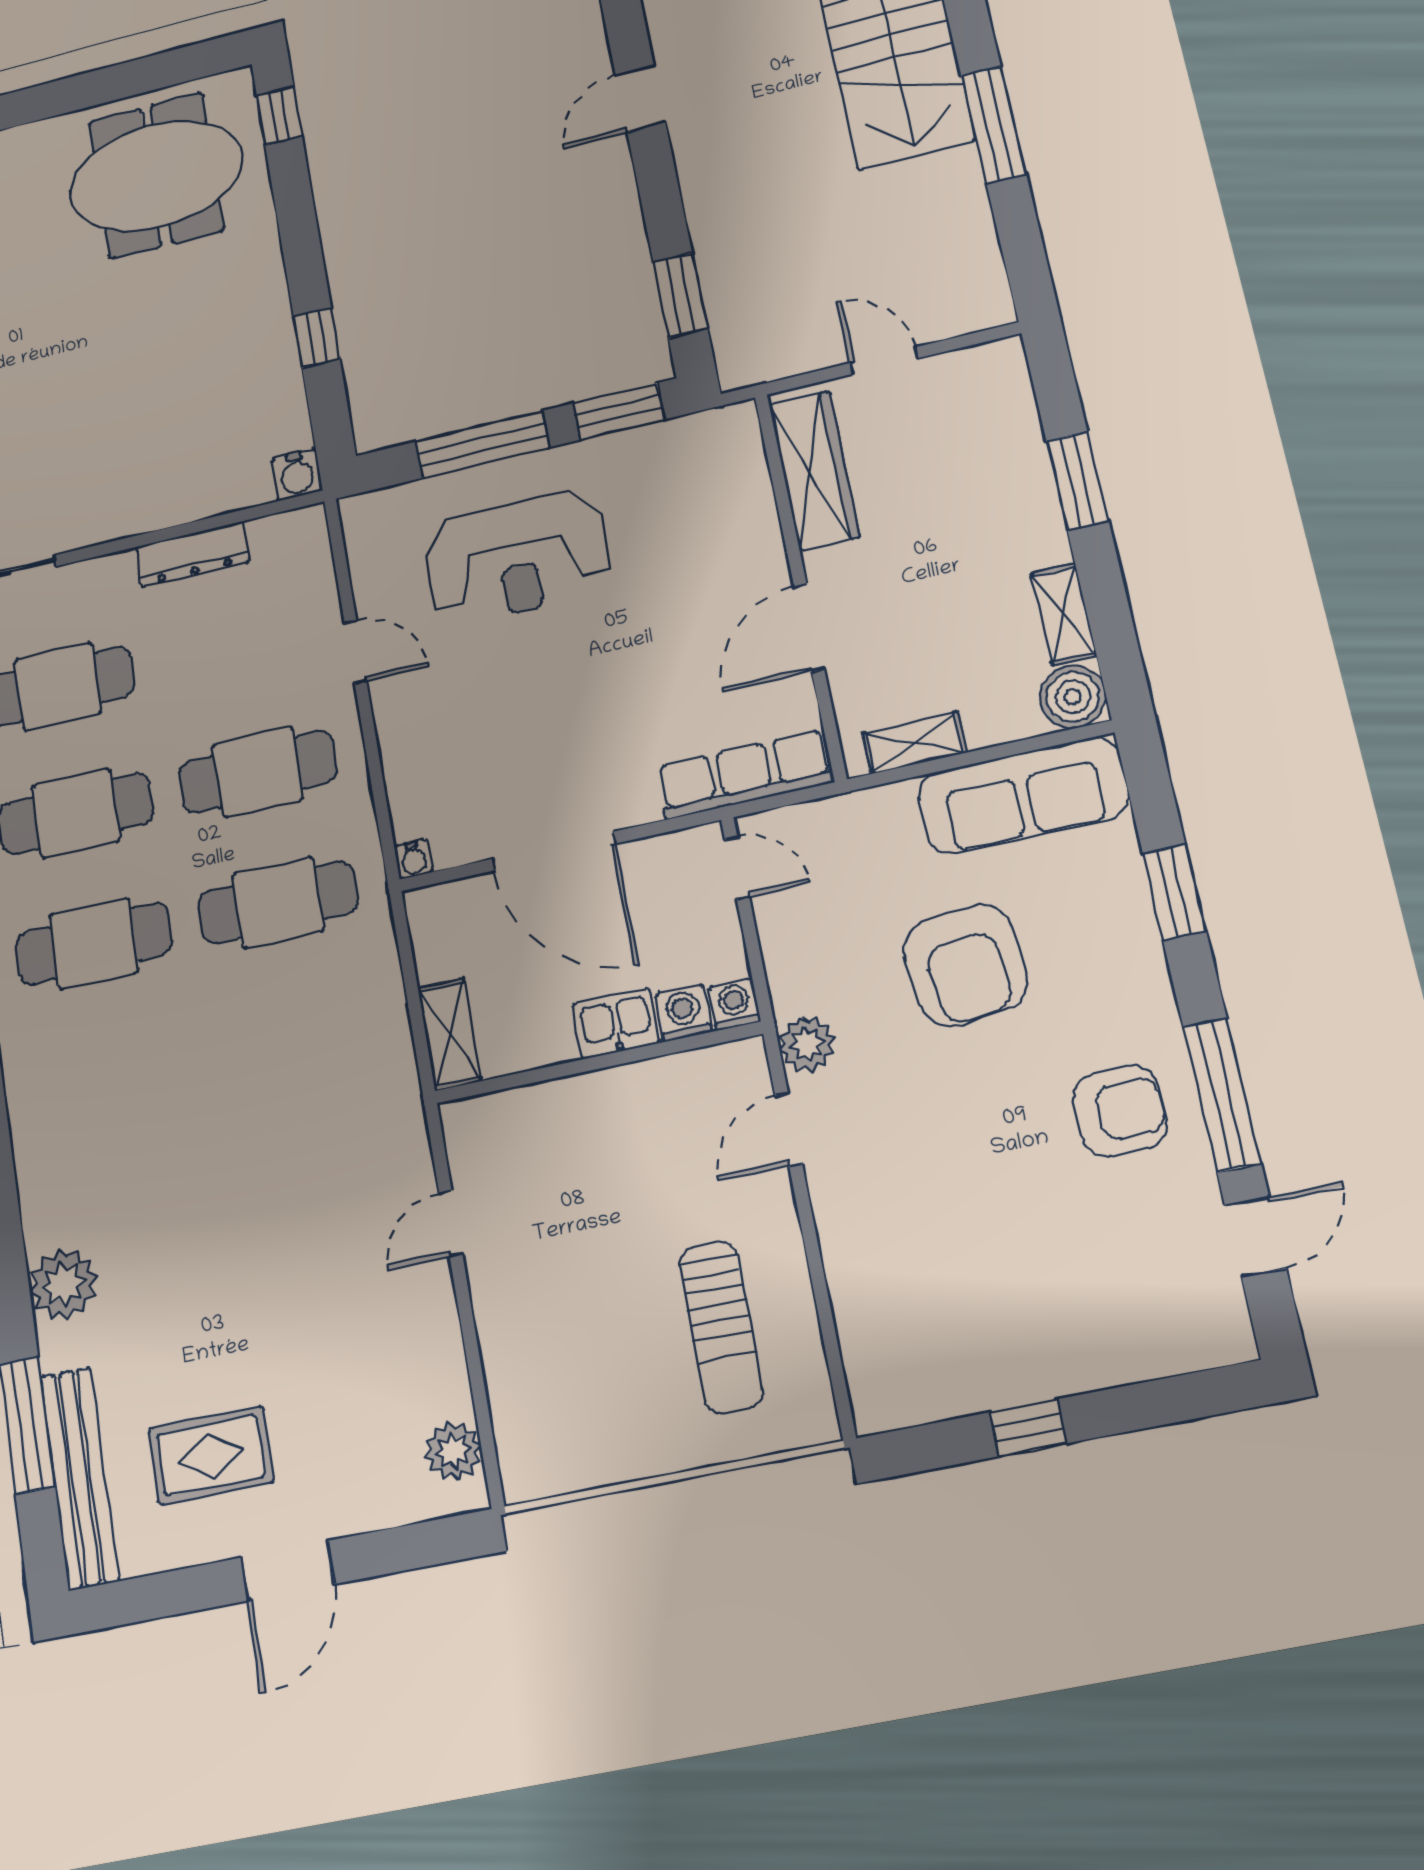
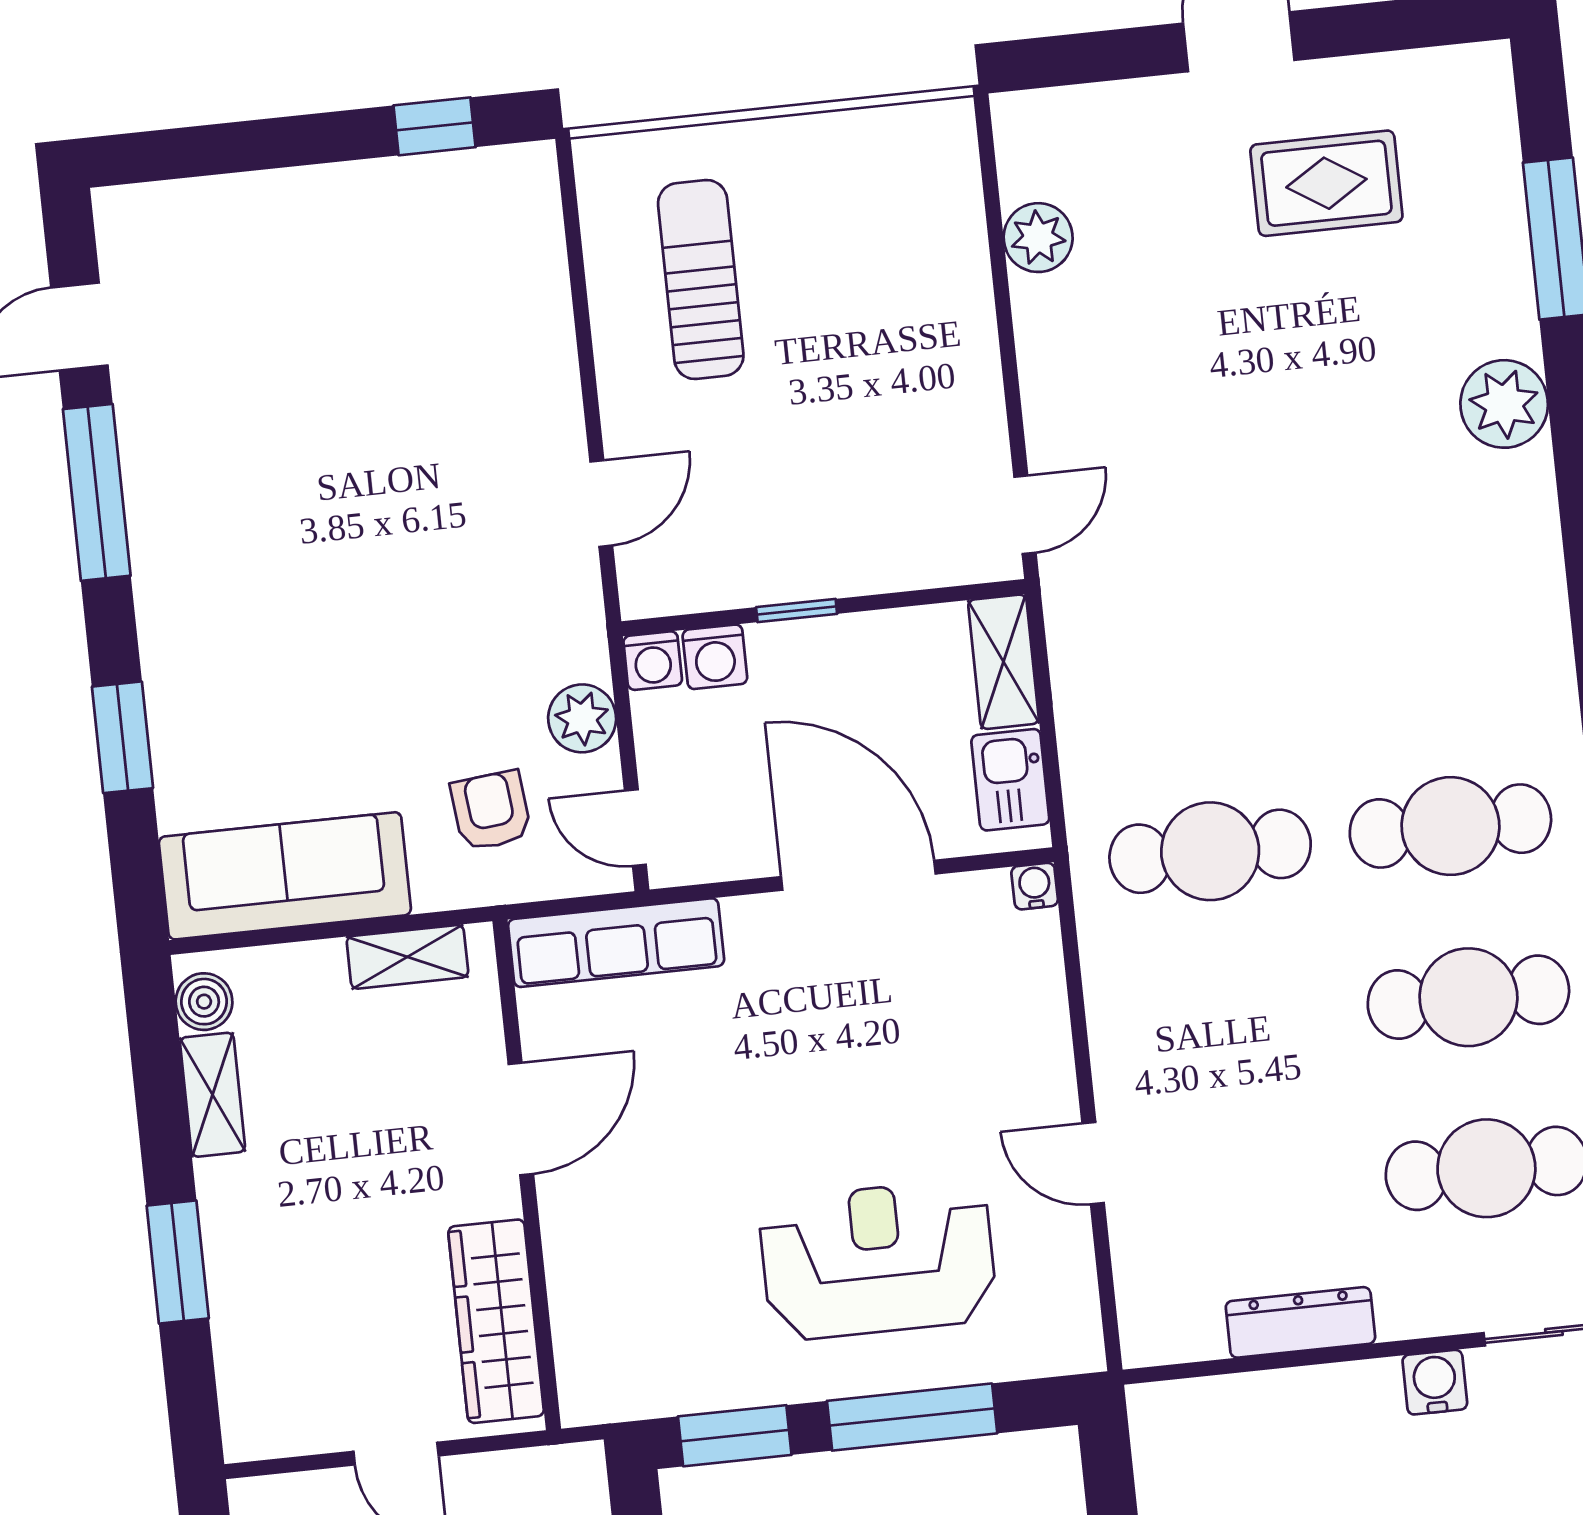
water cooler: (297, 474) -> (1435, 1382), moved
boiler: (1073, 697) -> (204, 1002), width x0.73, depth x0.73
cafe table: (258, 772) -> (1228, 1022), removed
armchair: (965, 965) -> (491, 811), moved, width x0.53, depth x0.53
kitchen sink: (616, 1024) -> (1010, 780), moved, turned 90
plant: (807, 1044) -> (582, 718), moved
window: (620, 1058) -> (797, 611), added
armchair: (1120, 1111) -> (215, 486), removed
door: (451, 1223) -> (1025, 515), moved
window: (1028, 1428) -> (435, 126), moved
plant: (453, 1451) -> (1038, 238), moved
bench: (80, 1478) -> (1491, 170), removed

